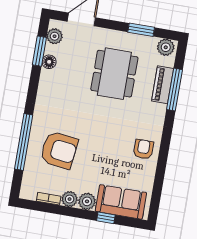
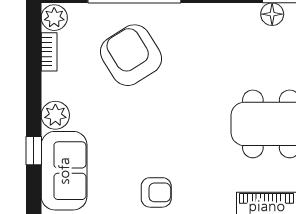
armchair: (59, 150) -> (131, 55), turned 141
plant: (70, 199) -> (54, 18), moved

